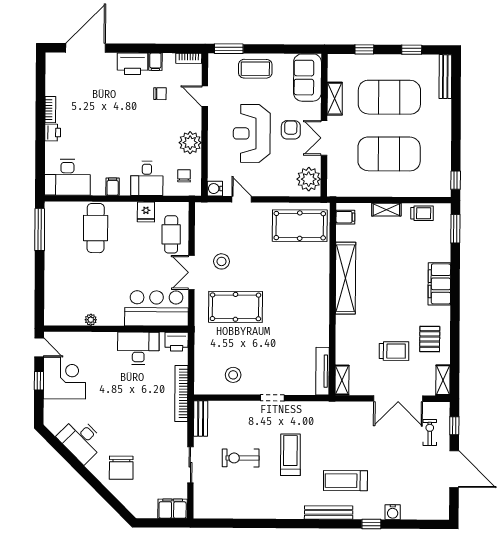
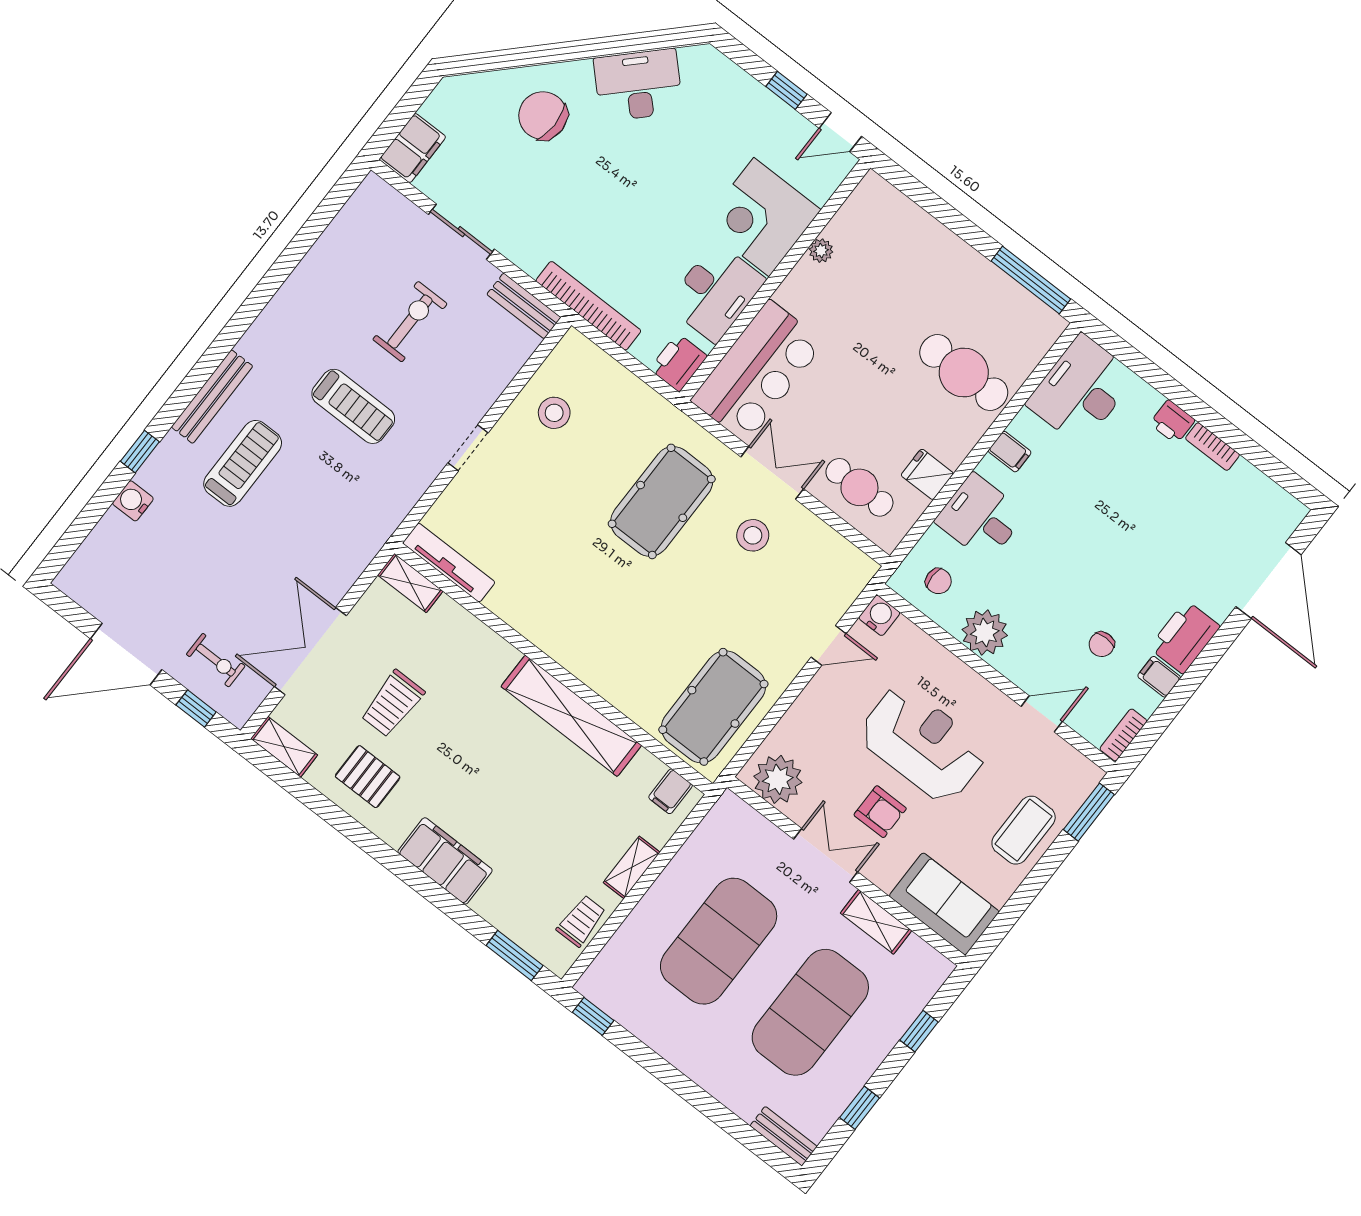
bench: (445, 77) -> (784, 1136), width x0.73
trolley: (422, 213) -> (581, 921), turned 180
corner desk: (65, 378) -> (762, 217), moved, turned 90

